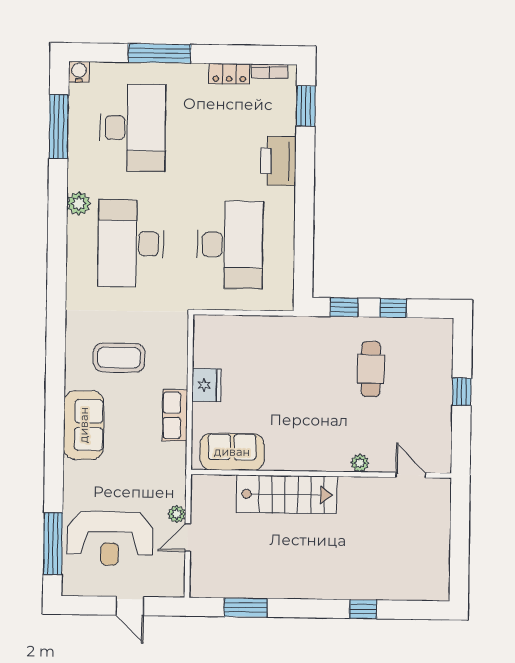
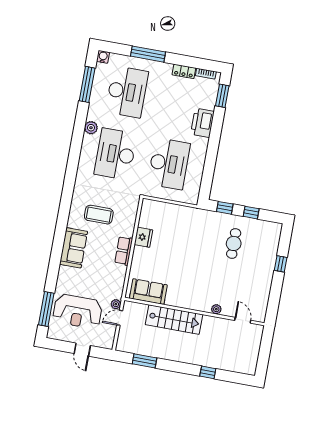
sofa: (232, 452) -> (148, 292), moved
plant: (360, 463) -> (216, 309), moved
wall: (321, 474) -> (194, 312), moved
door: (411, 475) -> (243, 320), moved
stairs: (287, 494) -> (174, 320), moved

